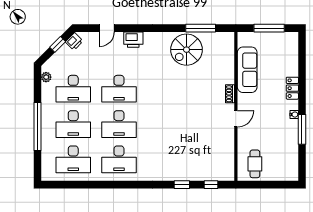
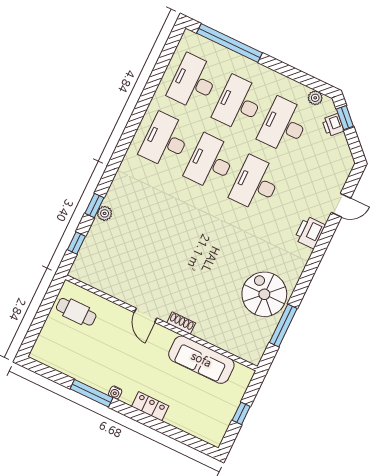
door: (107, 28) -> (341, 205), swing flipped
window: (269, 28) -> (241, 413), width x0.46
printer: (74, 41) -> (333, 125), moved
window: (58, 44) -> (345, 118), moved
window: (37, 127) -> (230, 43), moved
plant: (184, 176) -> (105, 213), added

